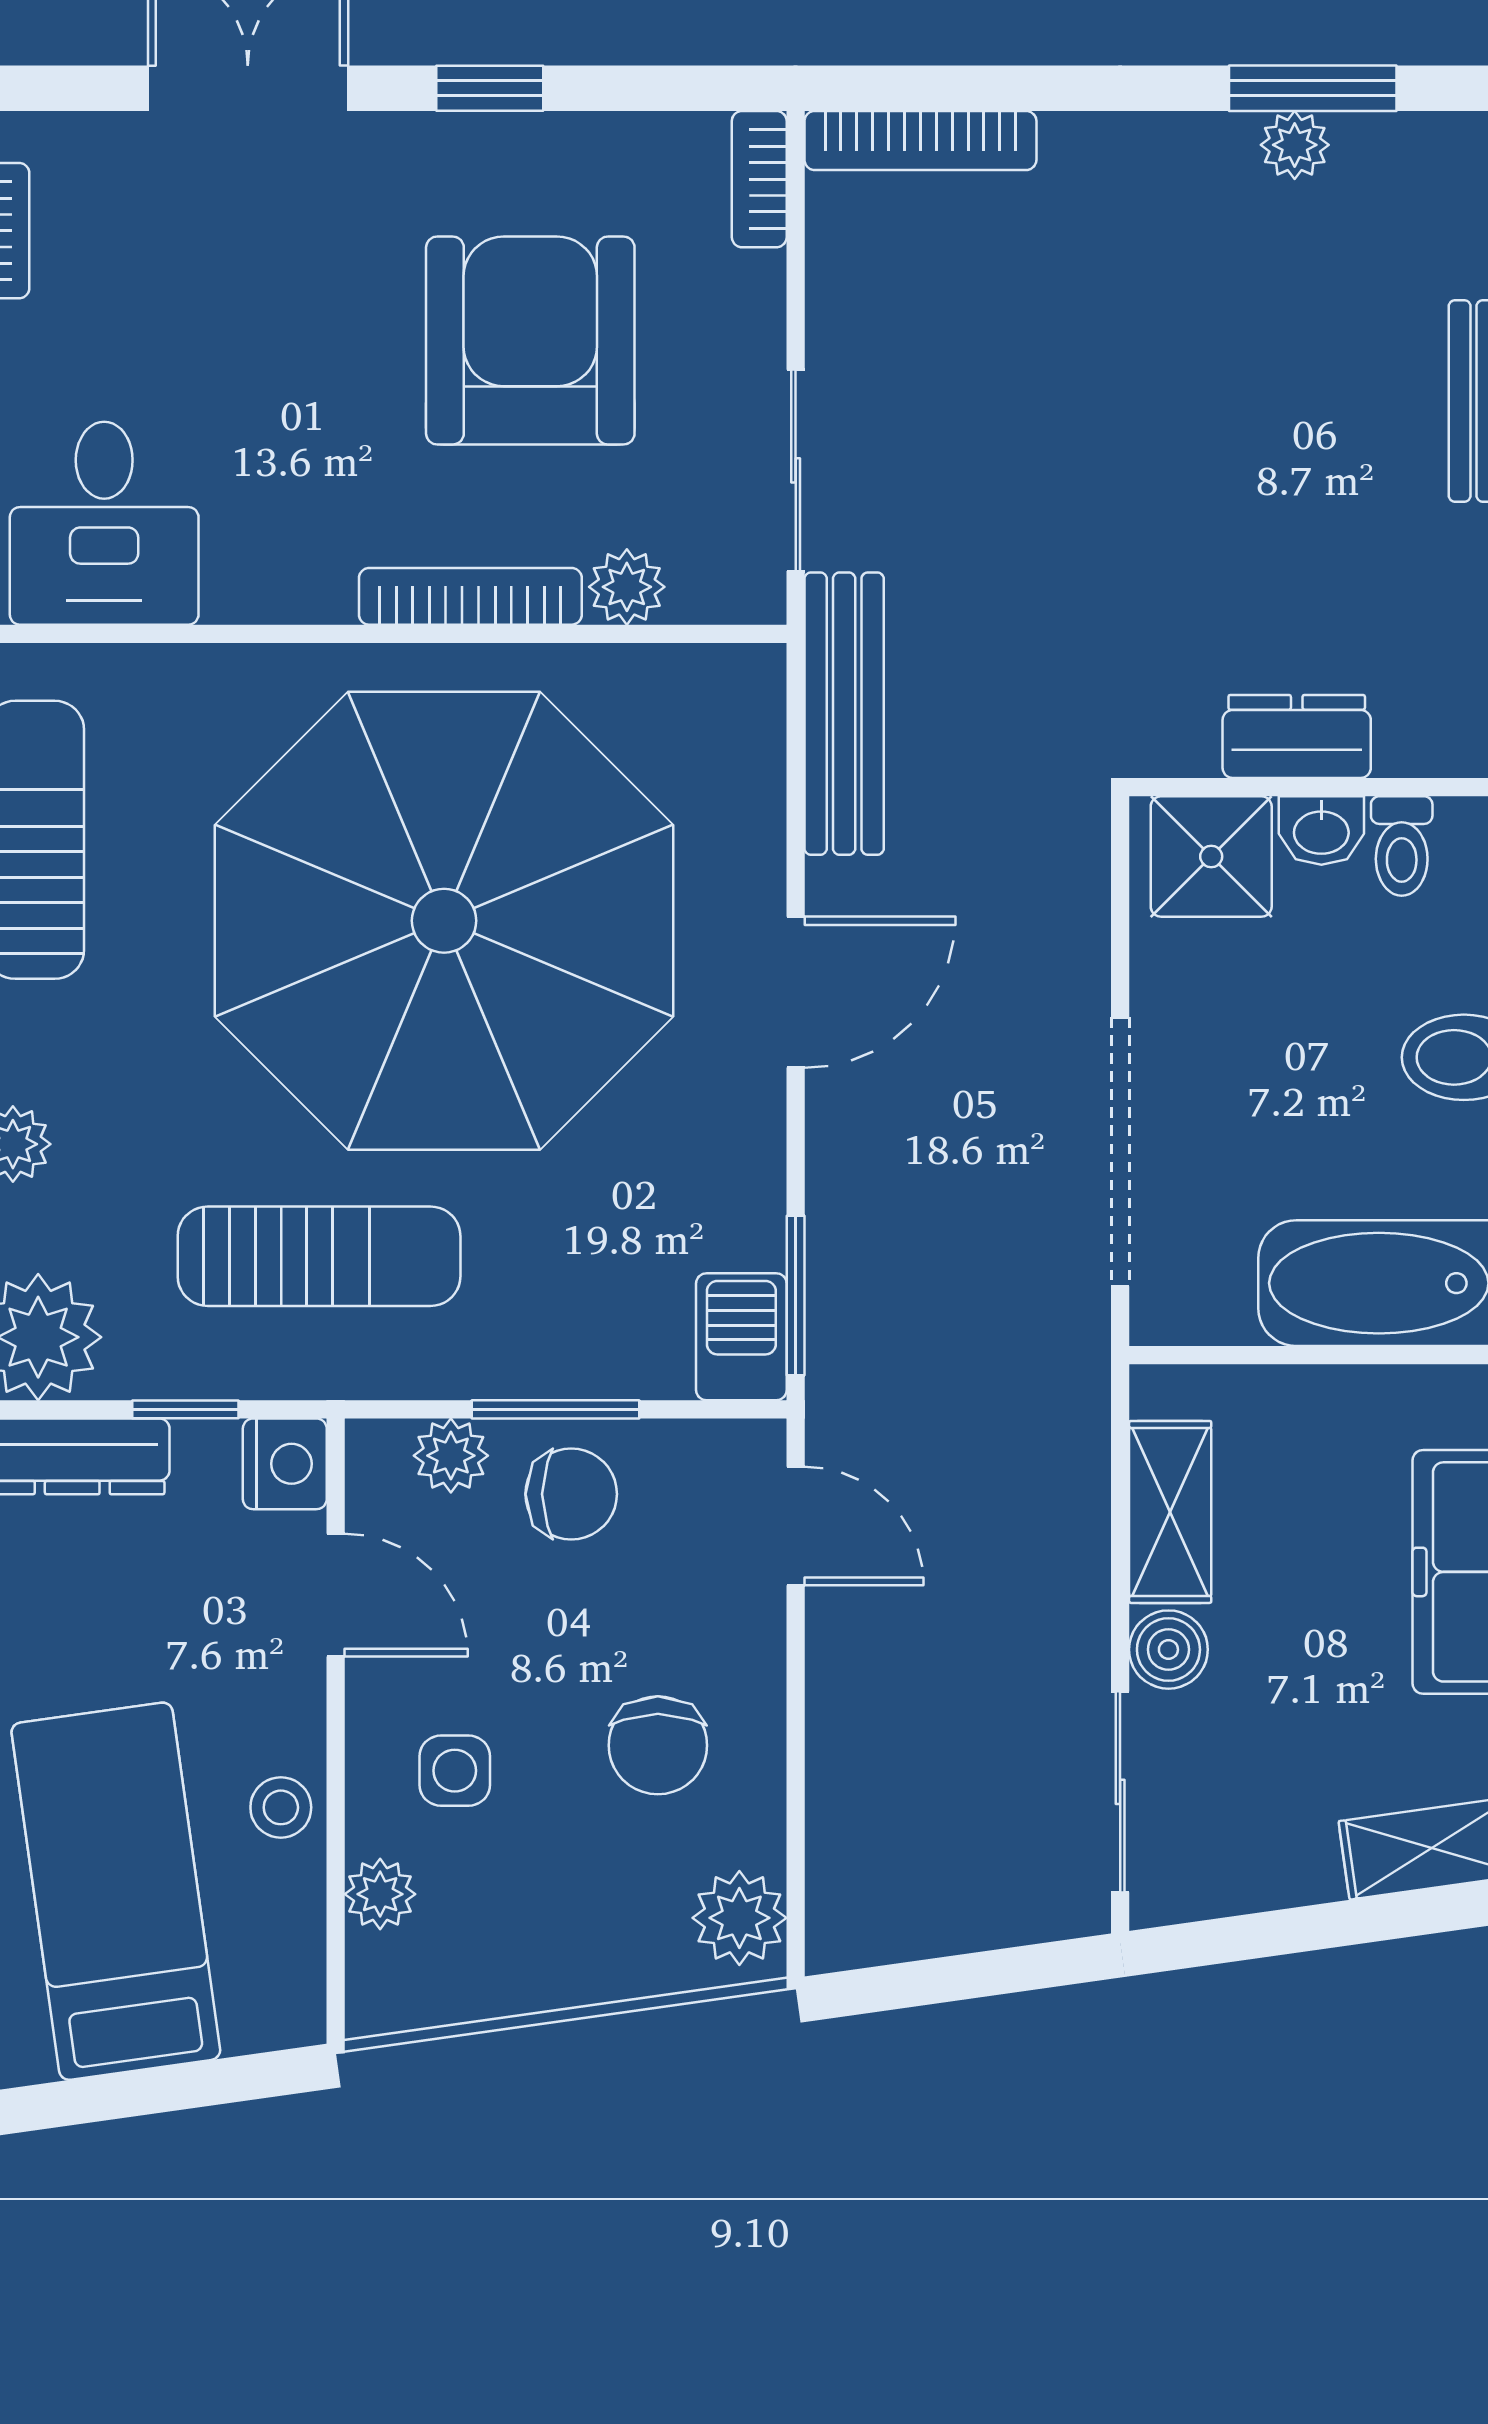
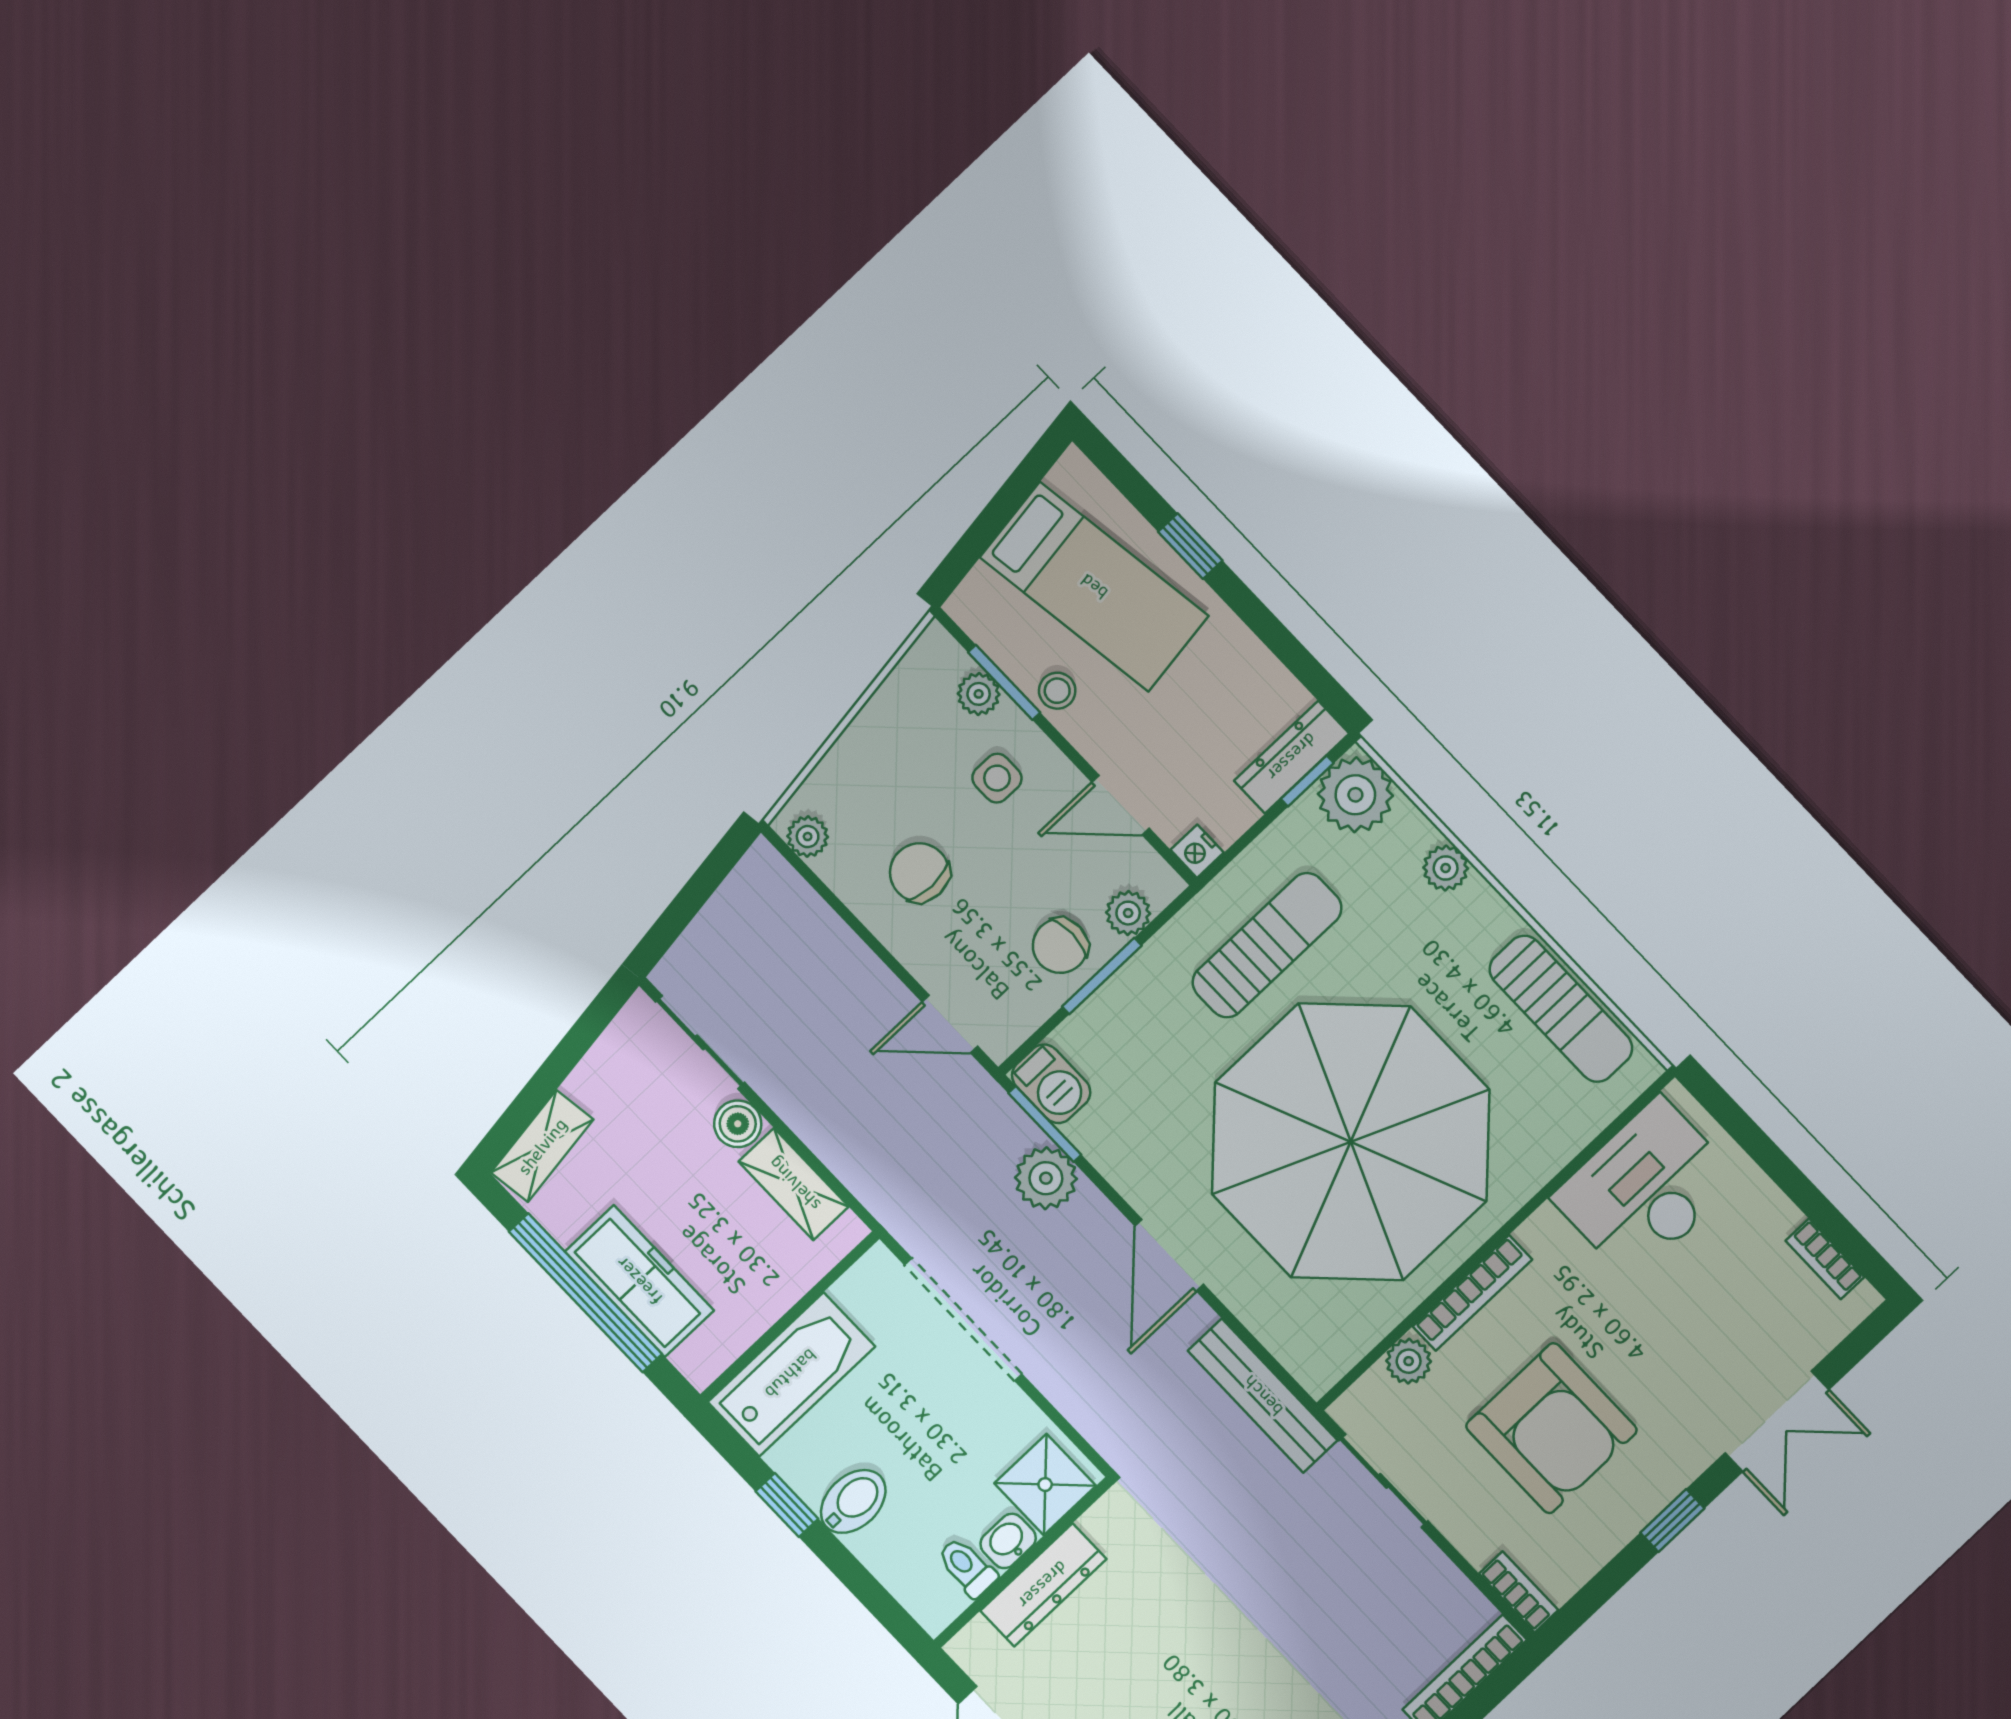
desk: (104, 523) -> (1646, 1189), width x1.37
dresser: (1297, 736) -> (1043, 1585), width x1.44
plant: (857, 1228) -> (1046, 1178), added
sun lounger: (319, 1256) -> (1267, 945), turned 180
window: (185, 1409) -> (1307, 781), moved
nightstand: (285, 1464) -> (1197, 851), width x0.72, depth x0.74
window: (336, 1879) -> (1004, 682), added
plant: (739, 1918) -> (808, 837), width x0.73, depth x0.73

